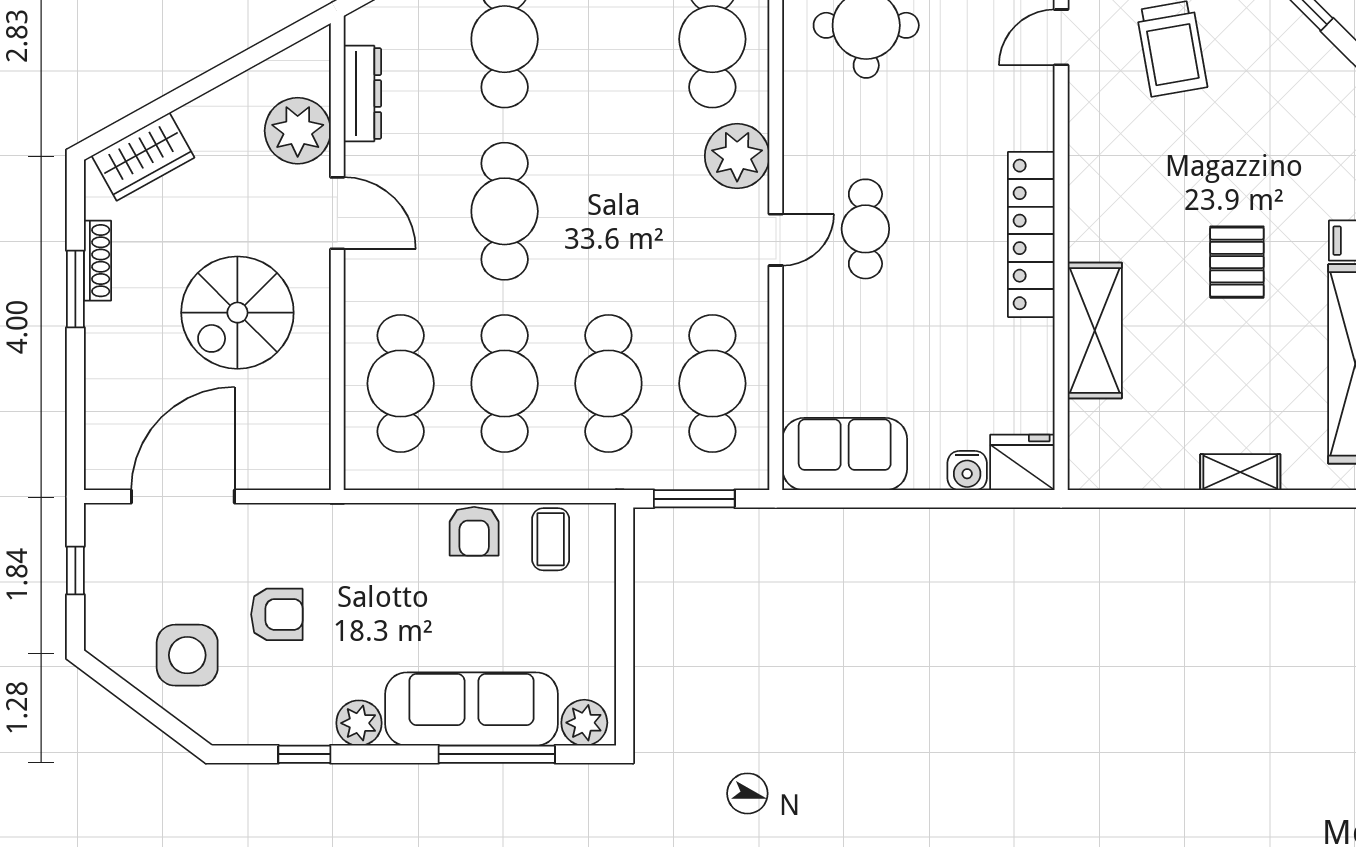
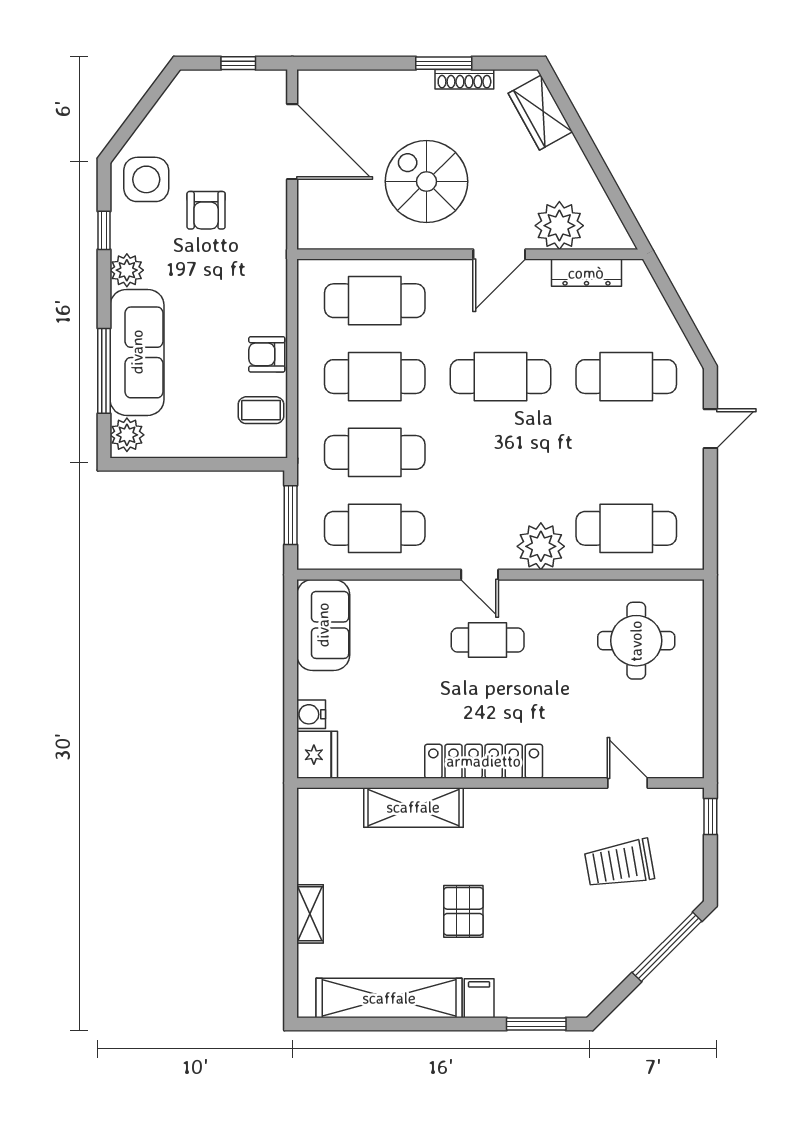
pallet: (1237, 262) -> (463, 911), turned 90
side table: (187, 655) -> (146, 179), moved

